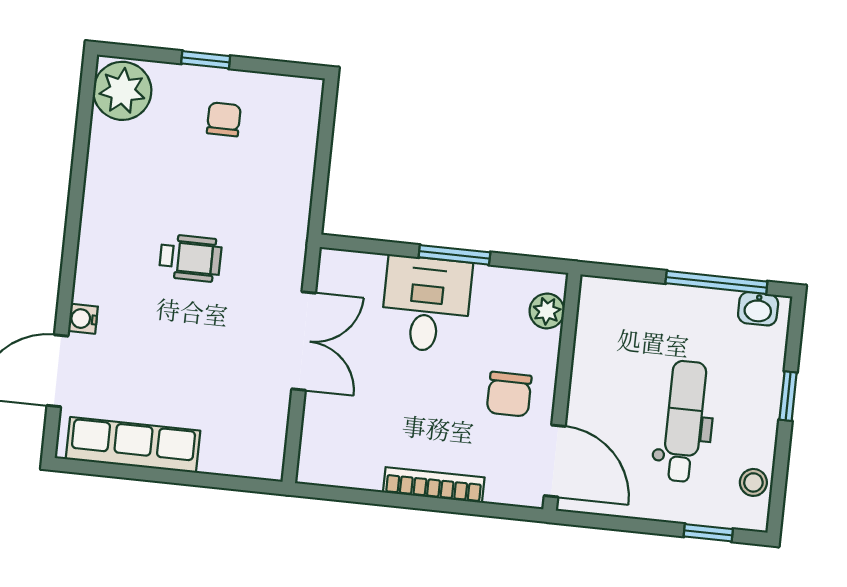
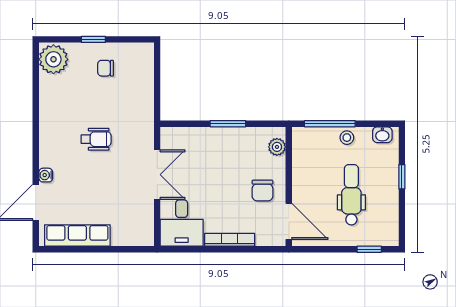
chair: (224, 119) -> (106, 68), turned -90
window: (716, 282) -> (330, 124), moved
desk: (426, 304) -> (182, 223), moved, turned 180
stool: (753, 482) -> (347, 138), moved

